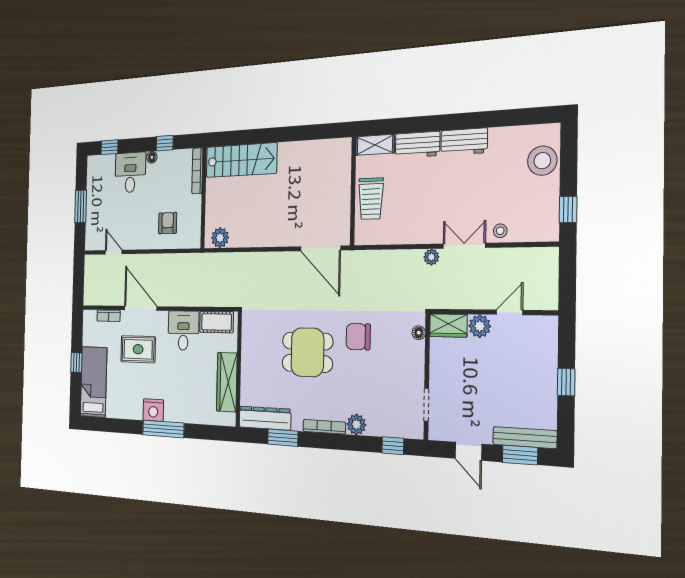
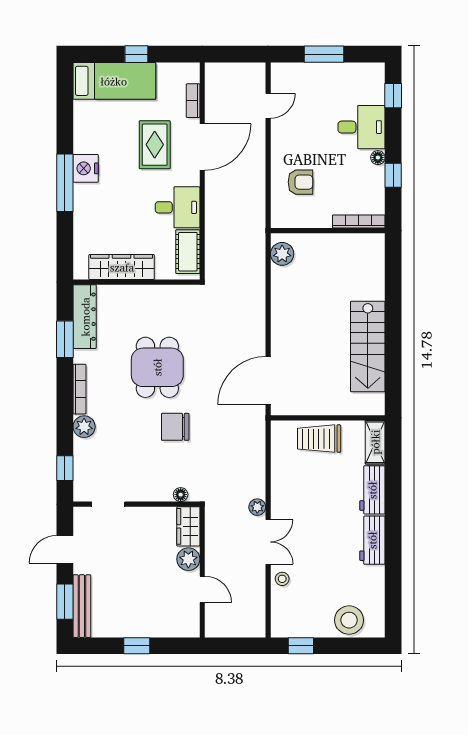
stairs: (241, 160) -> (368, 346), moved
chair: (358, 337) -> (175, 427), turned -90

